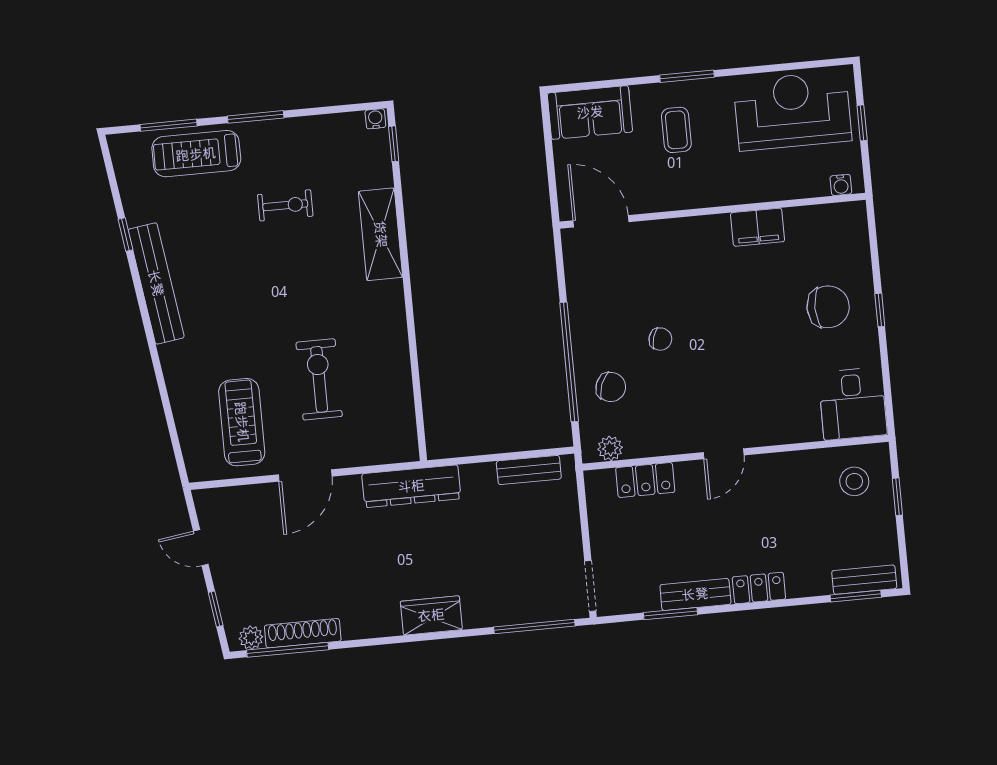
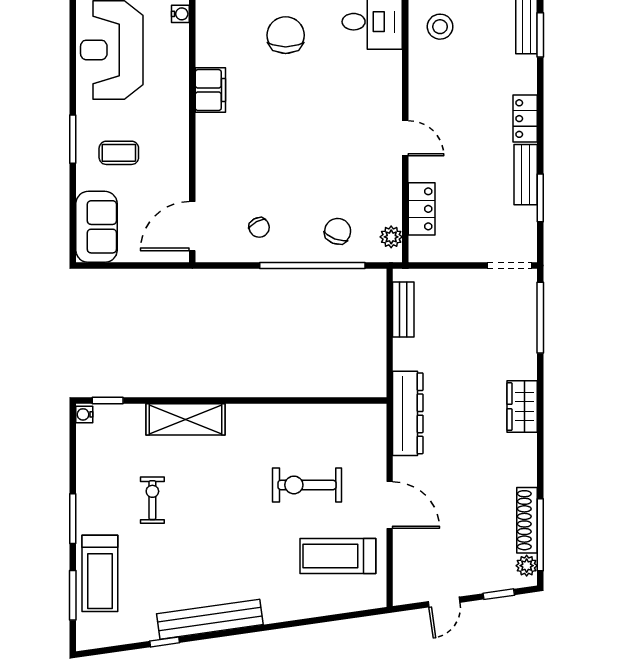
chair: (660, 339) -> (259, 227), moved, turned 136

